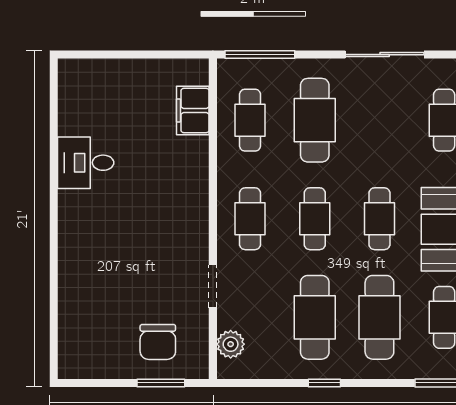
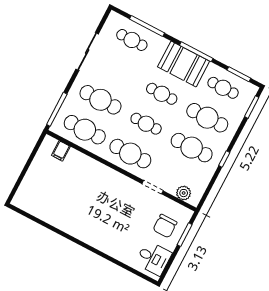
filing cabinet: (193, 111) -> (61, 151), width x0.50
cafe table: (250, 120) -> (85, 130), width x1.37, depth x1.35
desk: (86, 163) -> (153, 258), moved, turned -90
cafe table: (250, 219) -> (130, 154), width x1.37, depth x1.35
chair: (158, 342) -> (165, 226), turned 90

